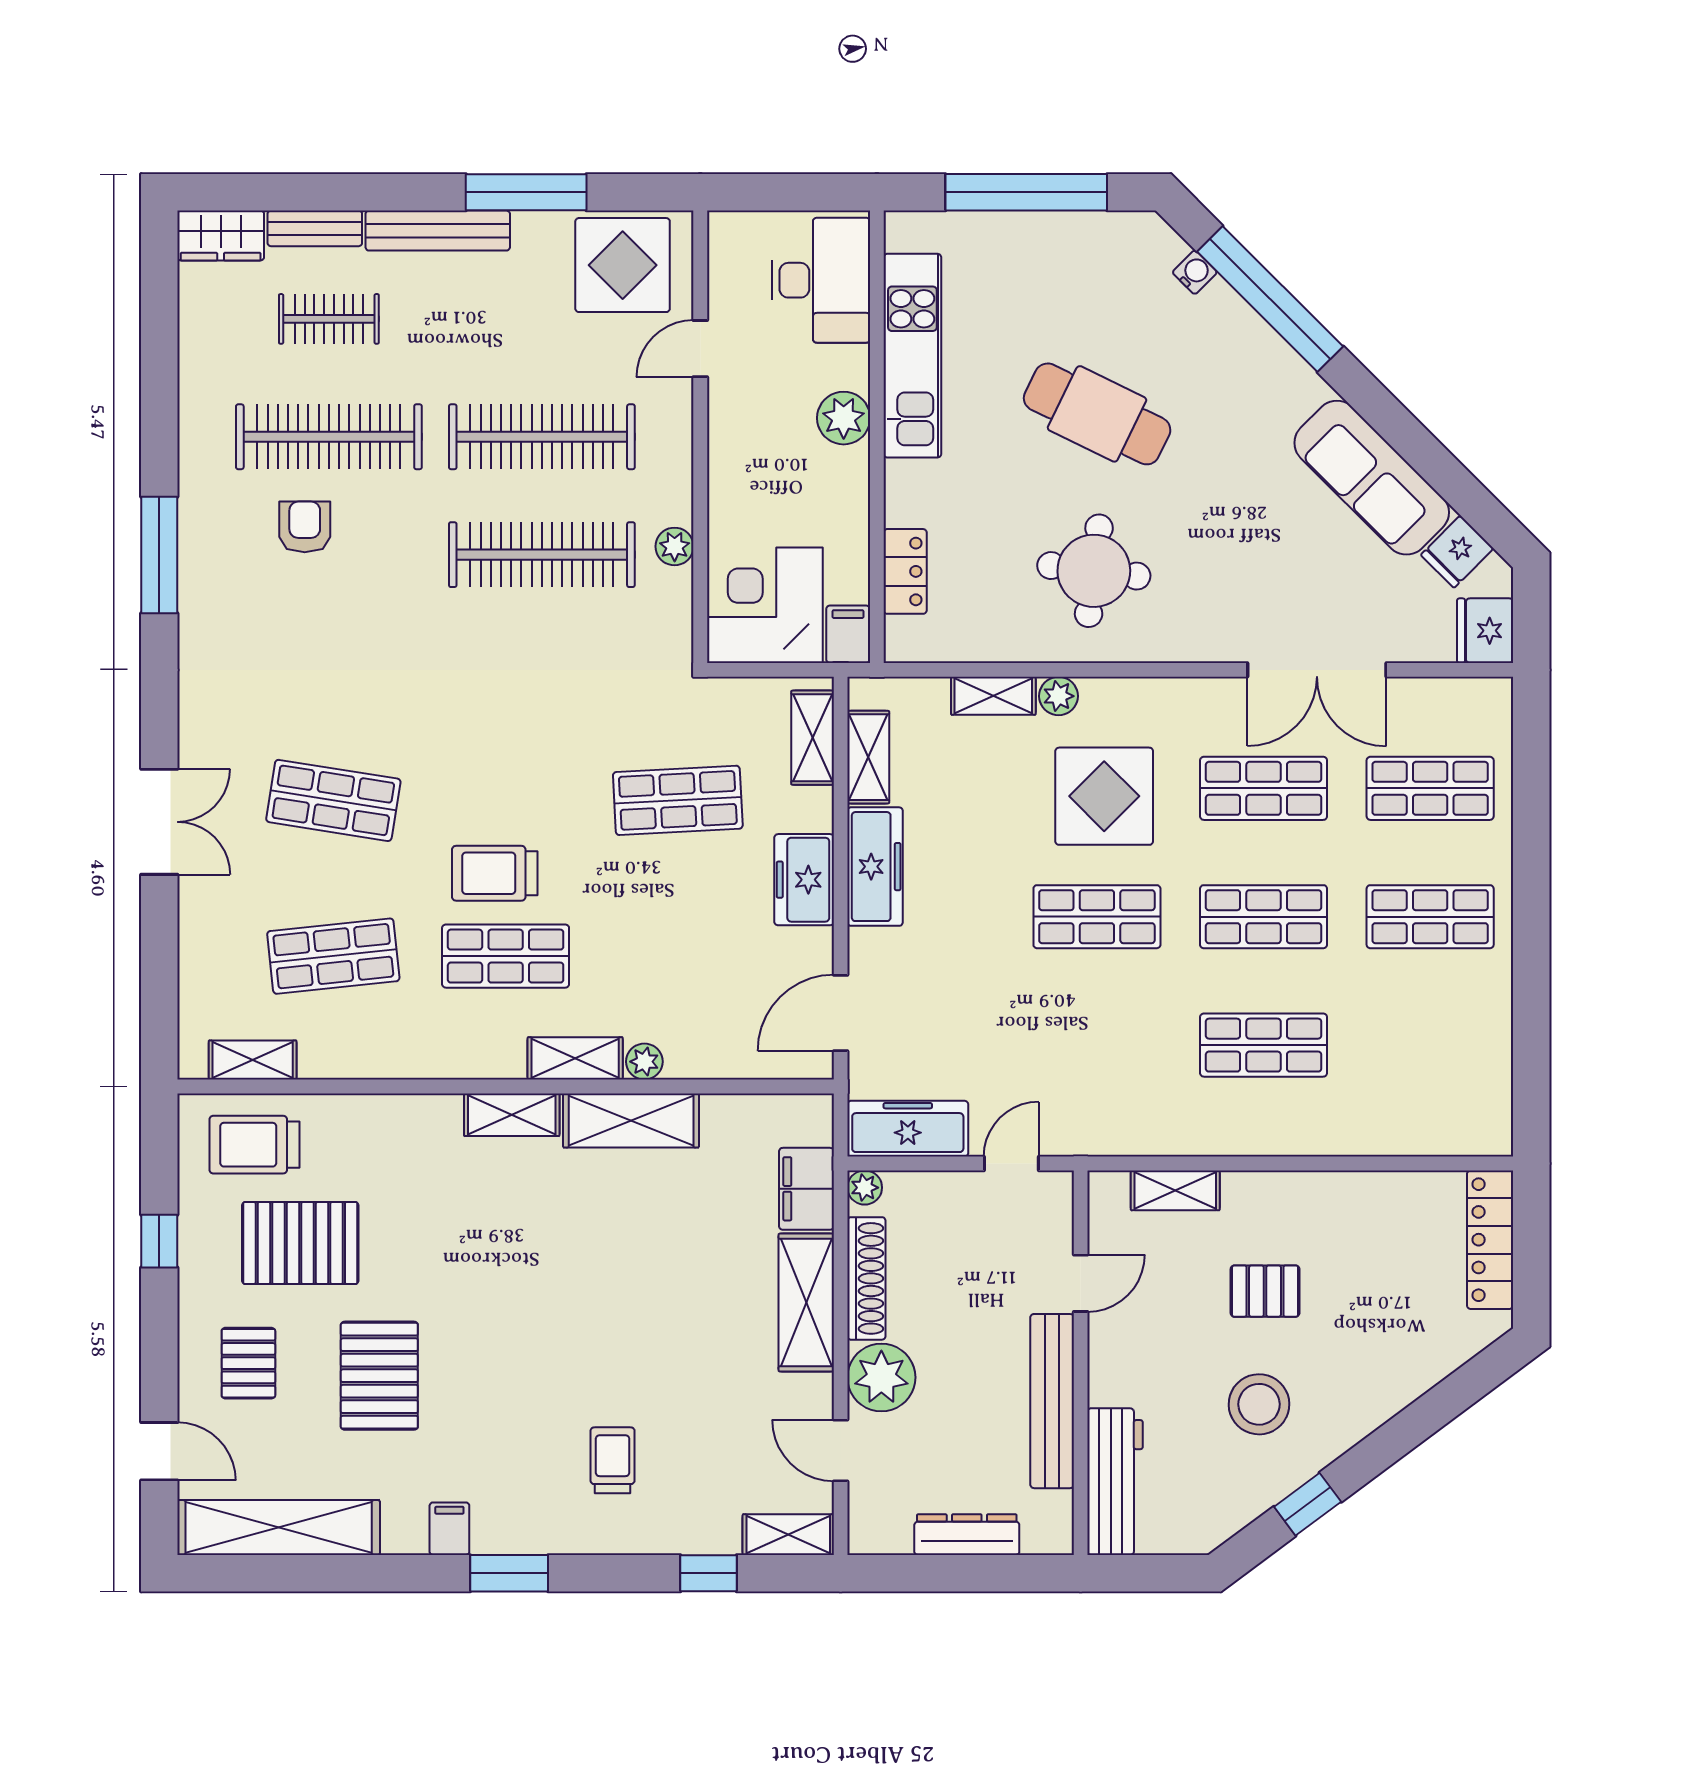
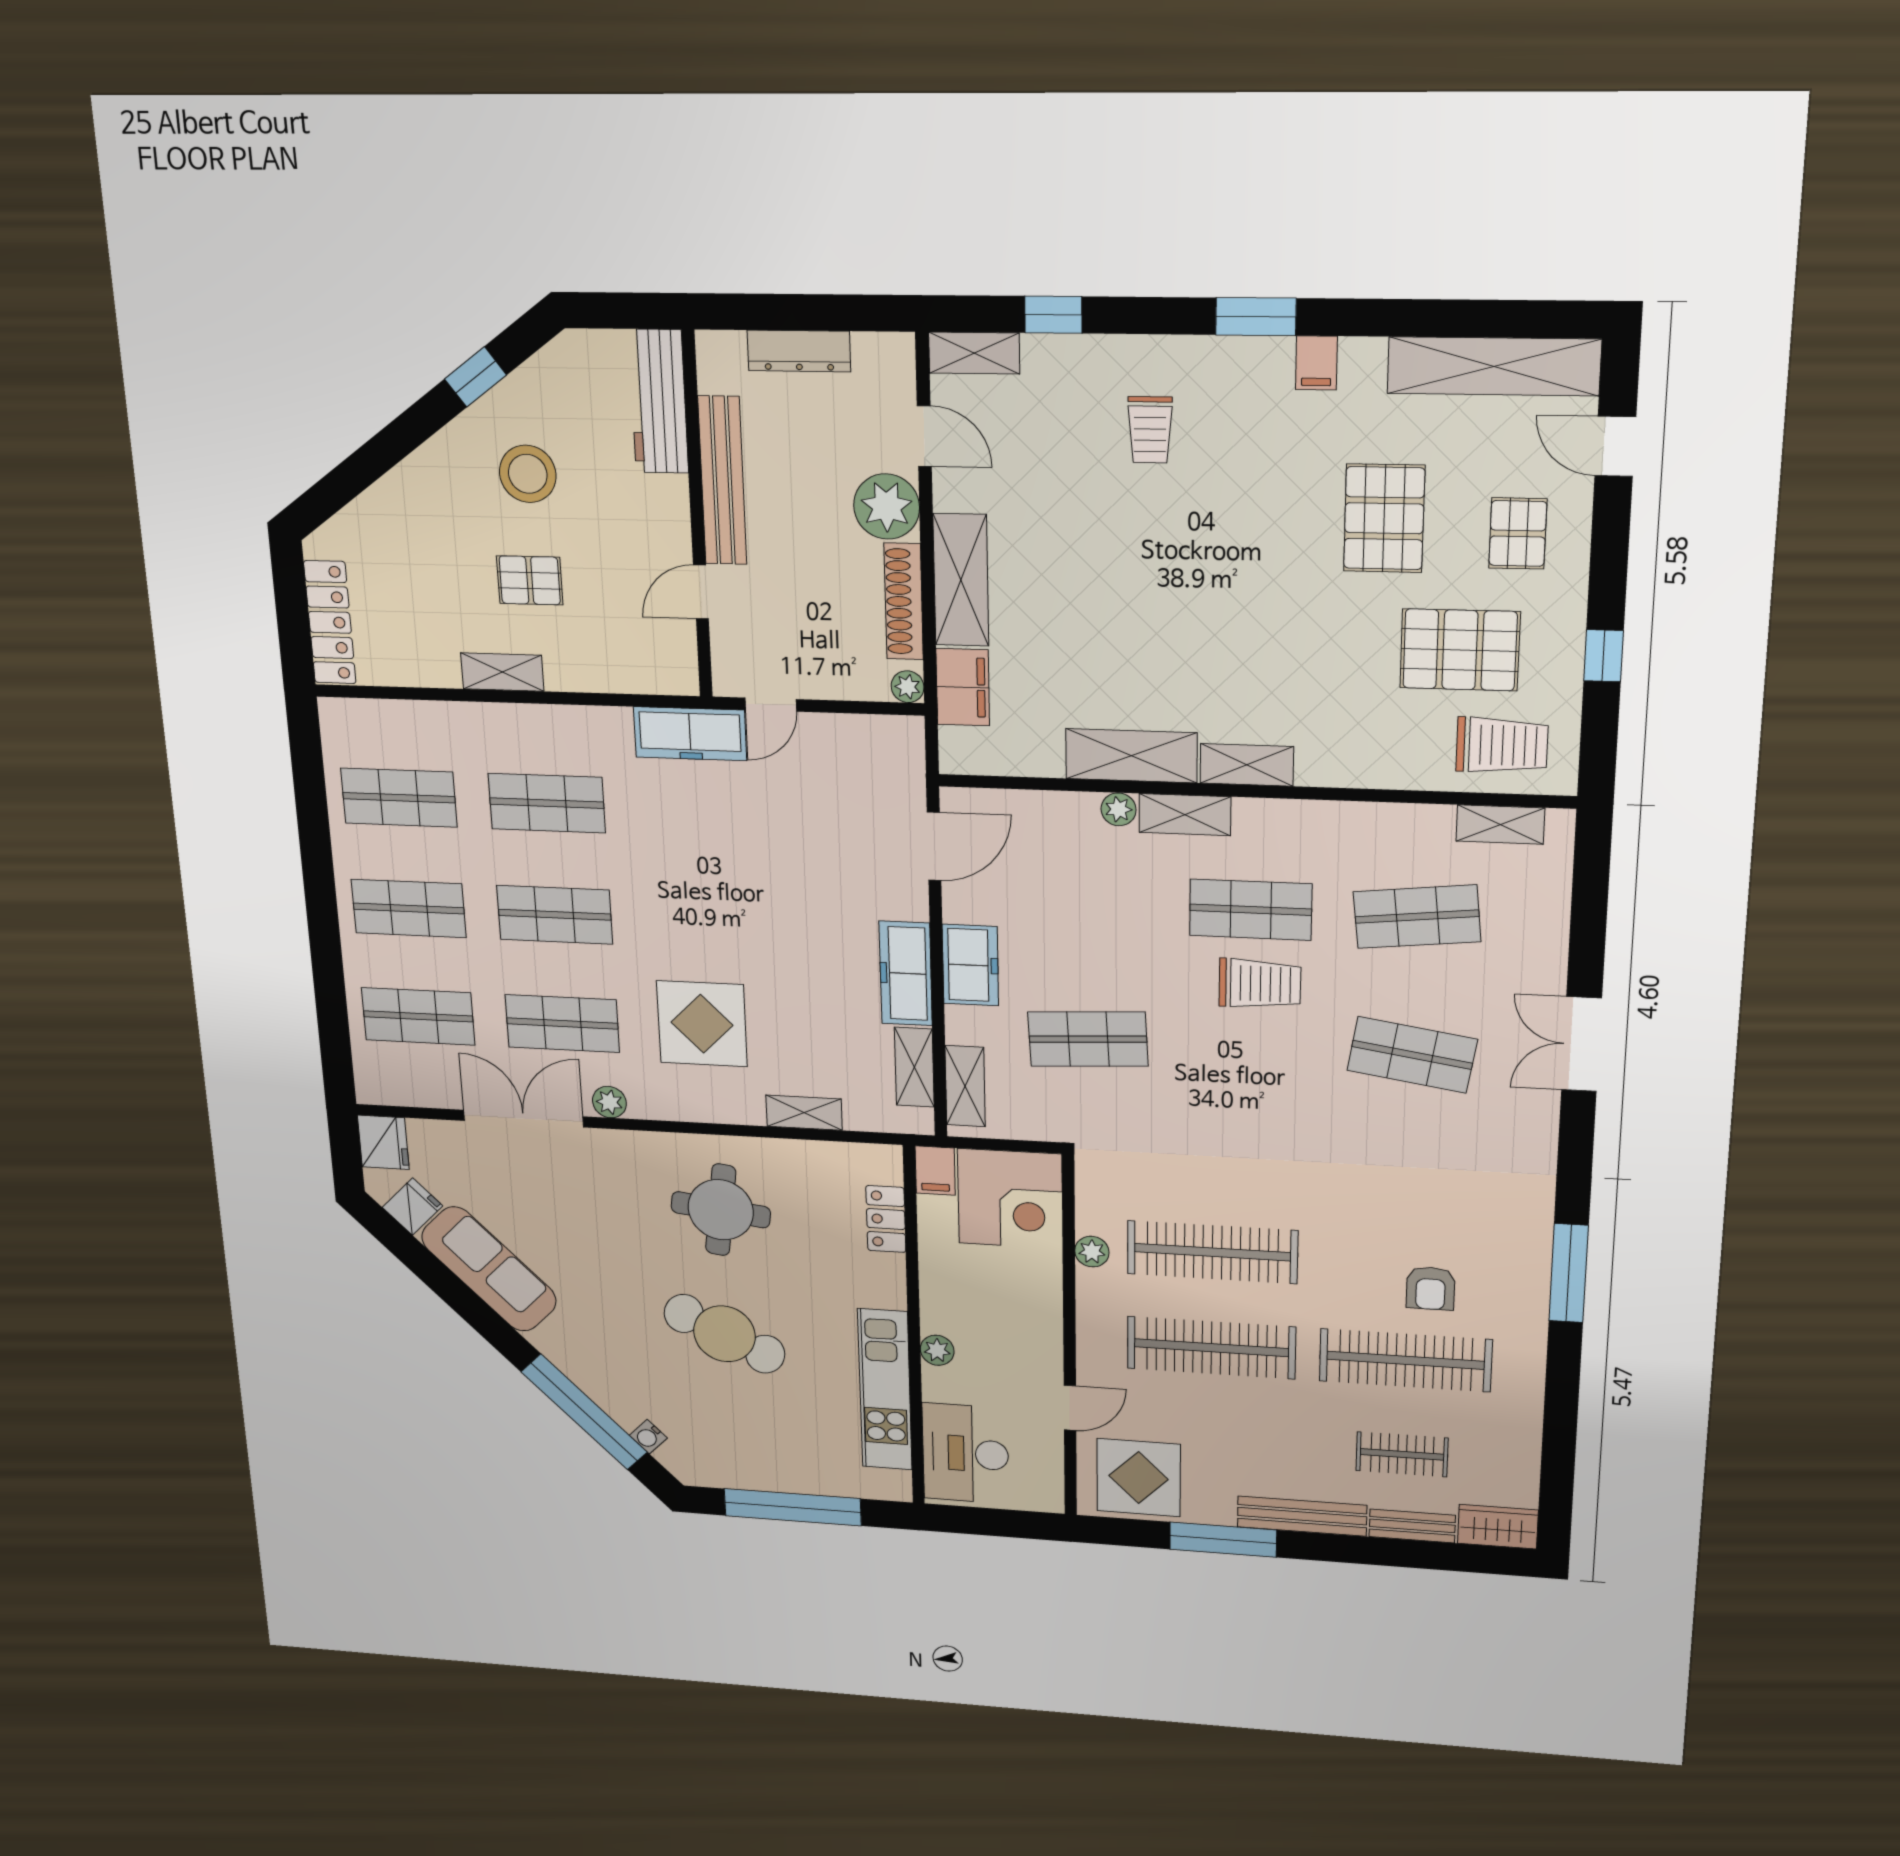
plant: (844, 418) -> (937, 1350), width x0.73, depth x0.73
plant: (1059, 696) -> (609, 1102), moved
shop shelf: (1097, 917) -> (399, 798), moved
freezer: (908, 1129) -> (690, 734), moved
shelving: (1175, 1190) -> (502, 672), moved

